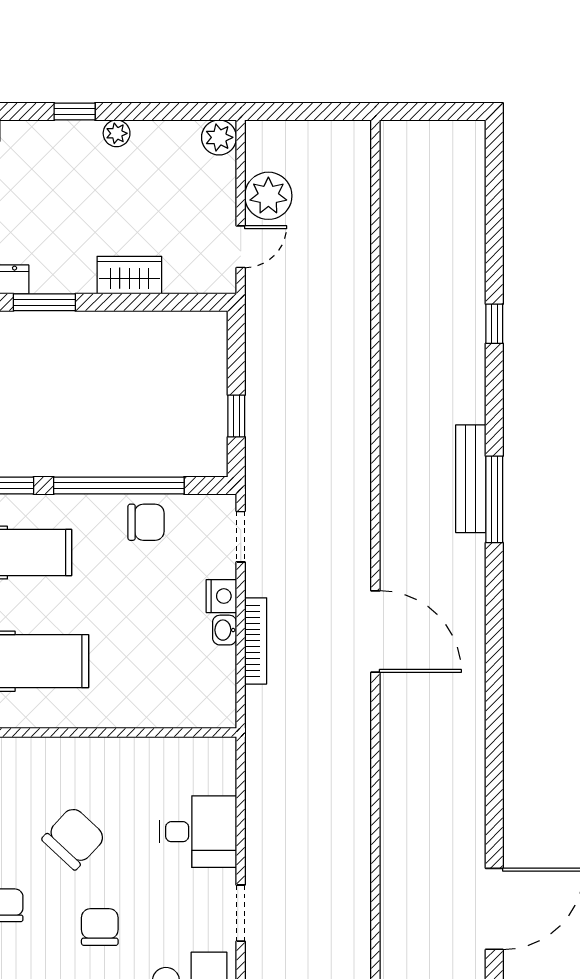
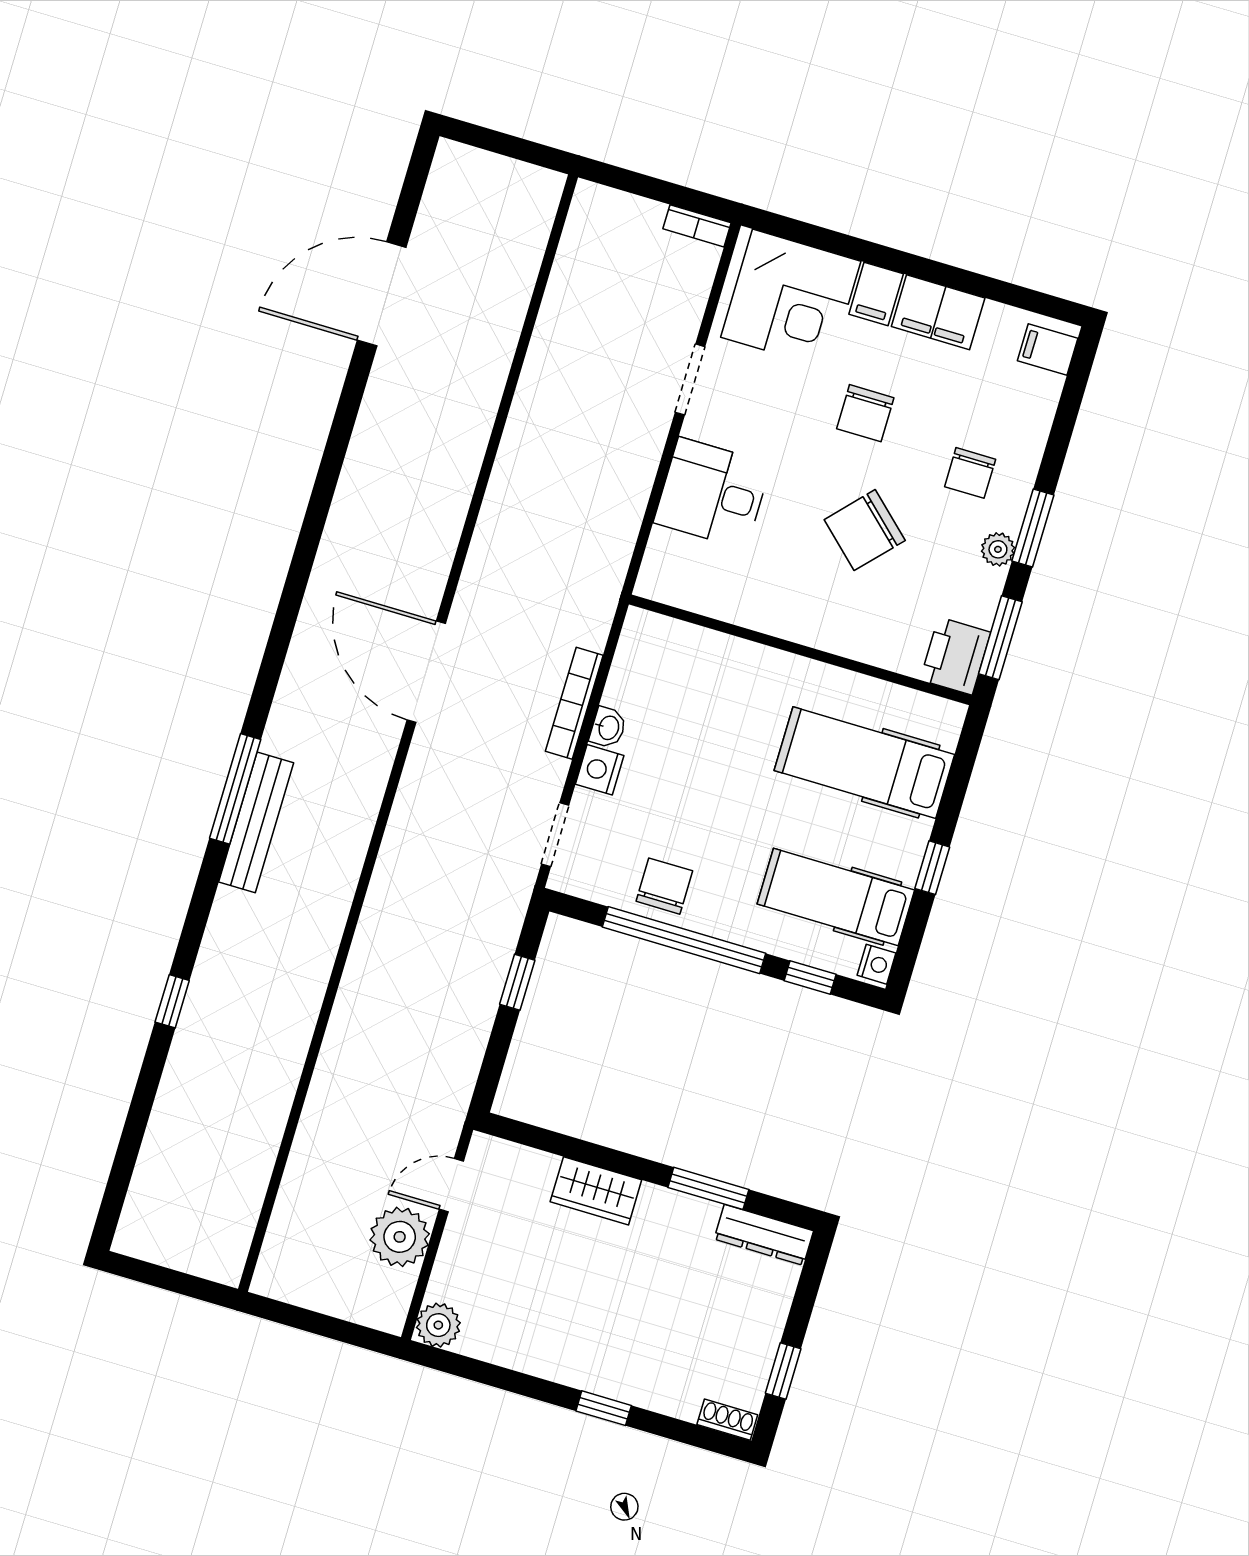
plant: (117, 133) -> (561, 1367), removed
chair: (146, 522) -> (664, 886), turned 90

